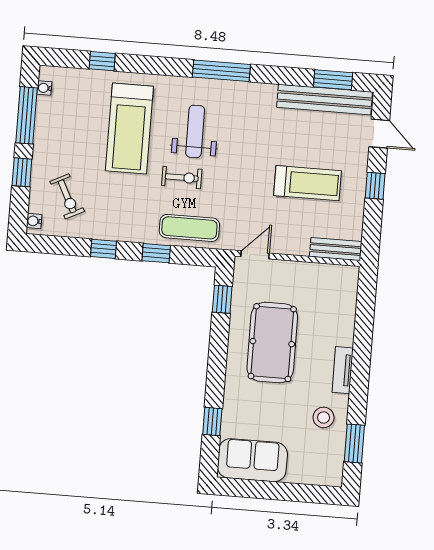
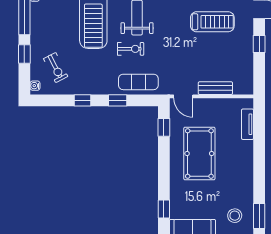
treadmill: (307, 183) -> (212, 22), moved
bench: (336, 249) -> (215, 88), moved
door: (255, 255) -> (183, 96), swing flipped
tv unit: (343, 370) -> (248, 124), moved
stool: (324, 417) -> (235, 216), moved

